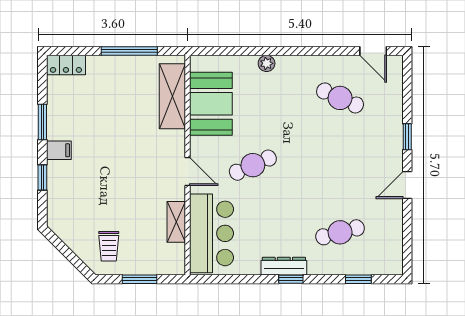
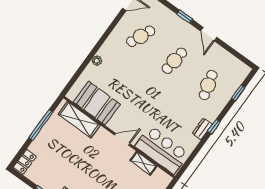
cafe table: (253, 165) -> (174, 61), moved, turned 30
dresser: (284, 266) -> (202, 129), width x0.70

